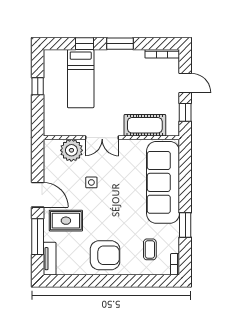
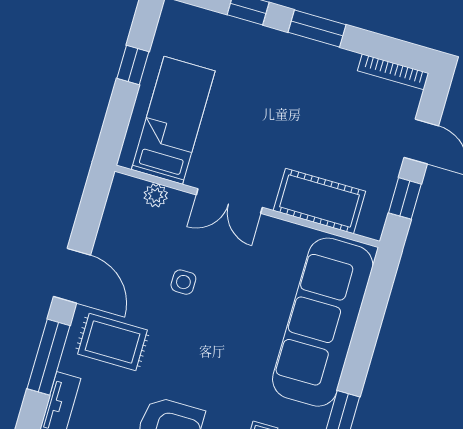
bed: (81, 79) -> (173, 120), moved, turned 180
plant: (71, 150) -> (156, 195), width x0.53, depth x0.53

